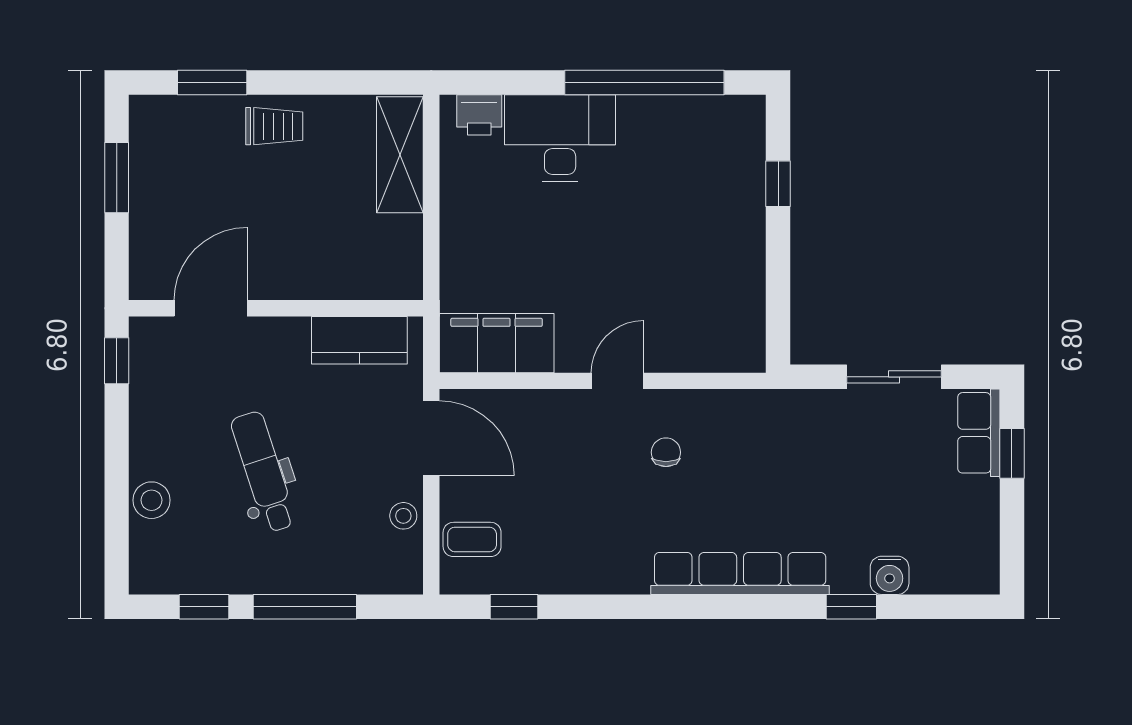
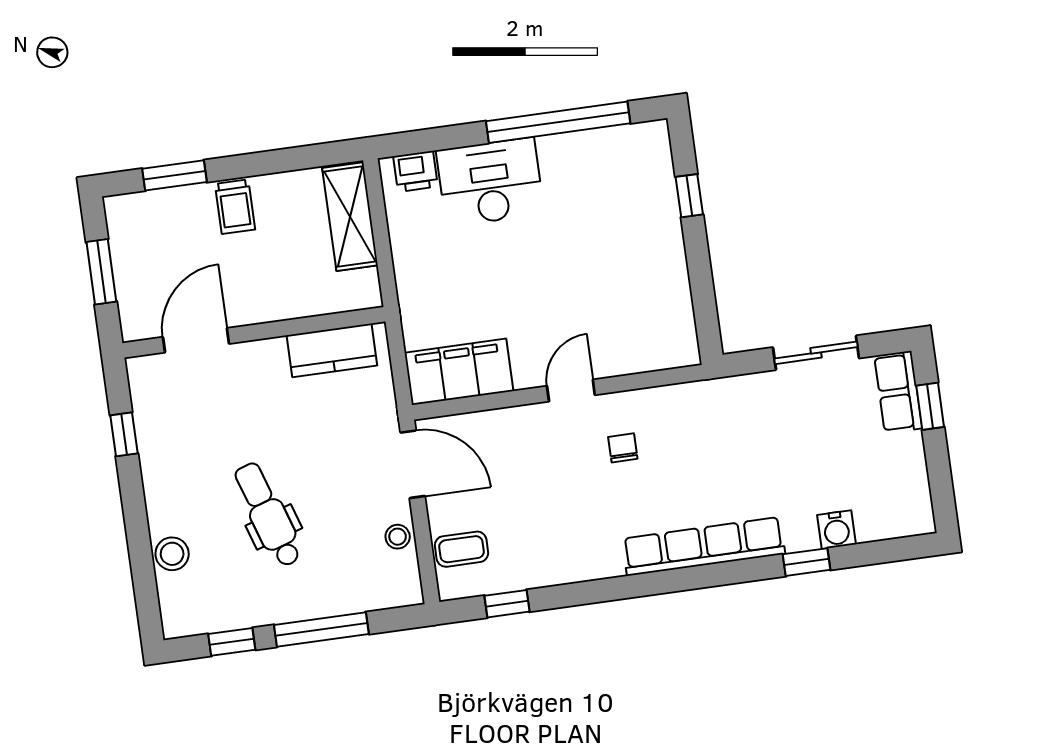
trolley: (274, 126) -> (235, 207), turned 90
door: (211, 308) -> (196, 340), moved
wall: (276, 308) -> (254, 332), moved
kitchen counter: (359, 340) -> (332, 350), moved

